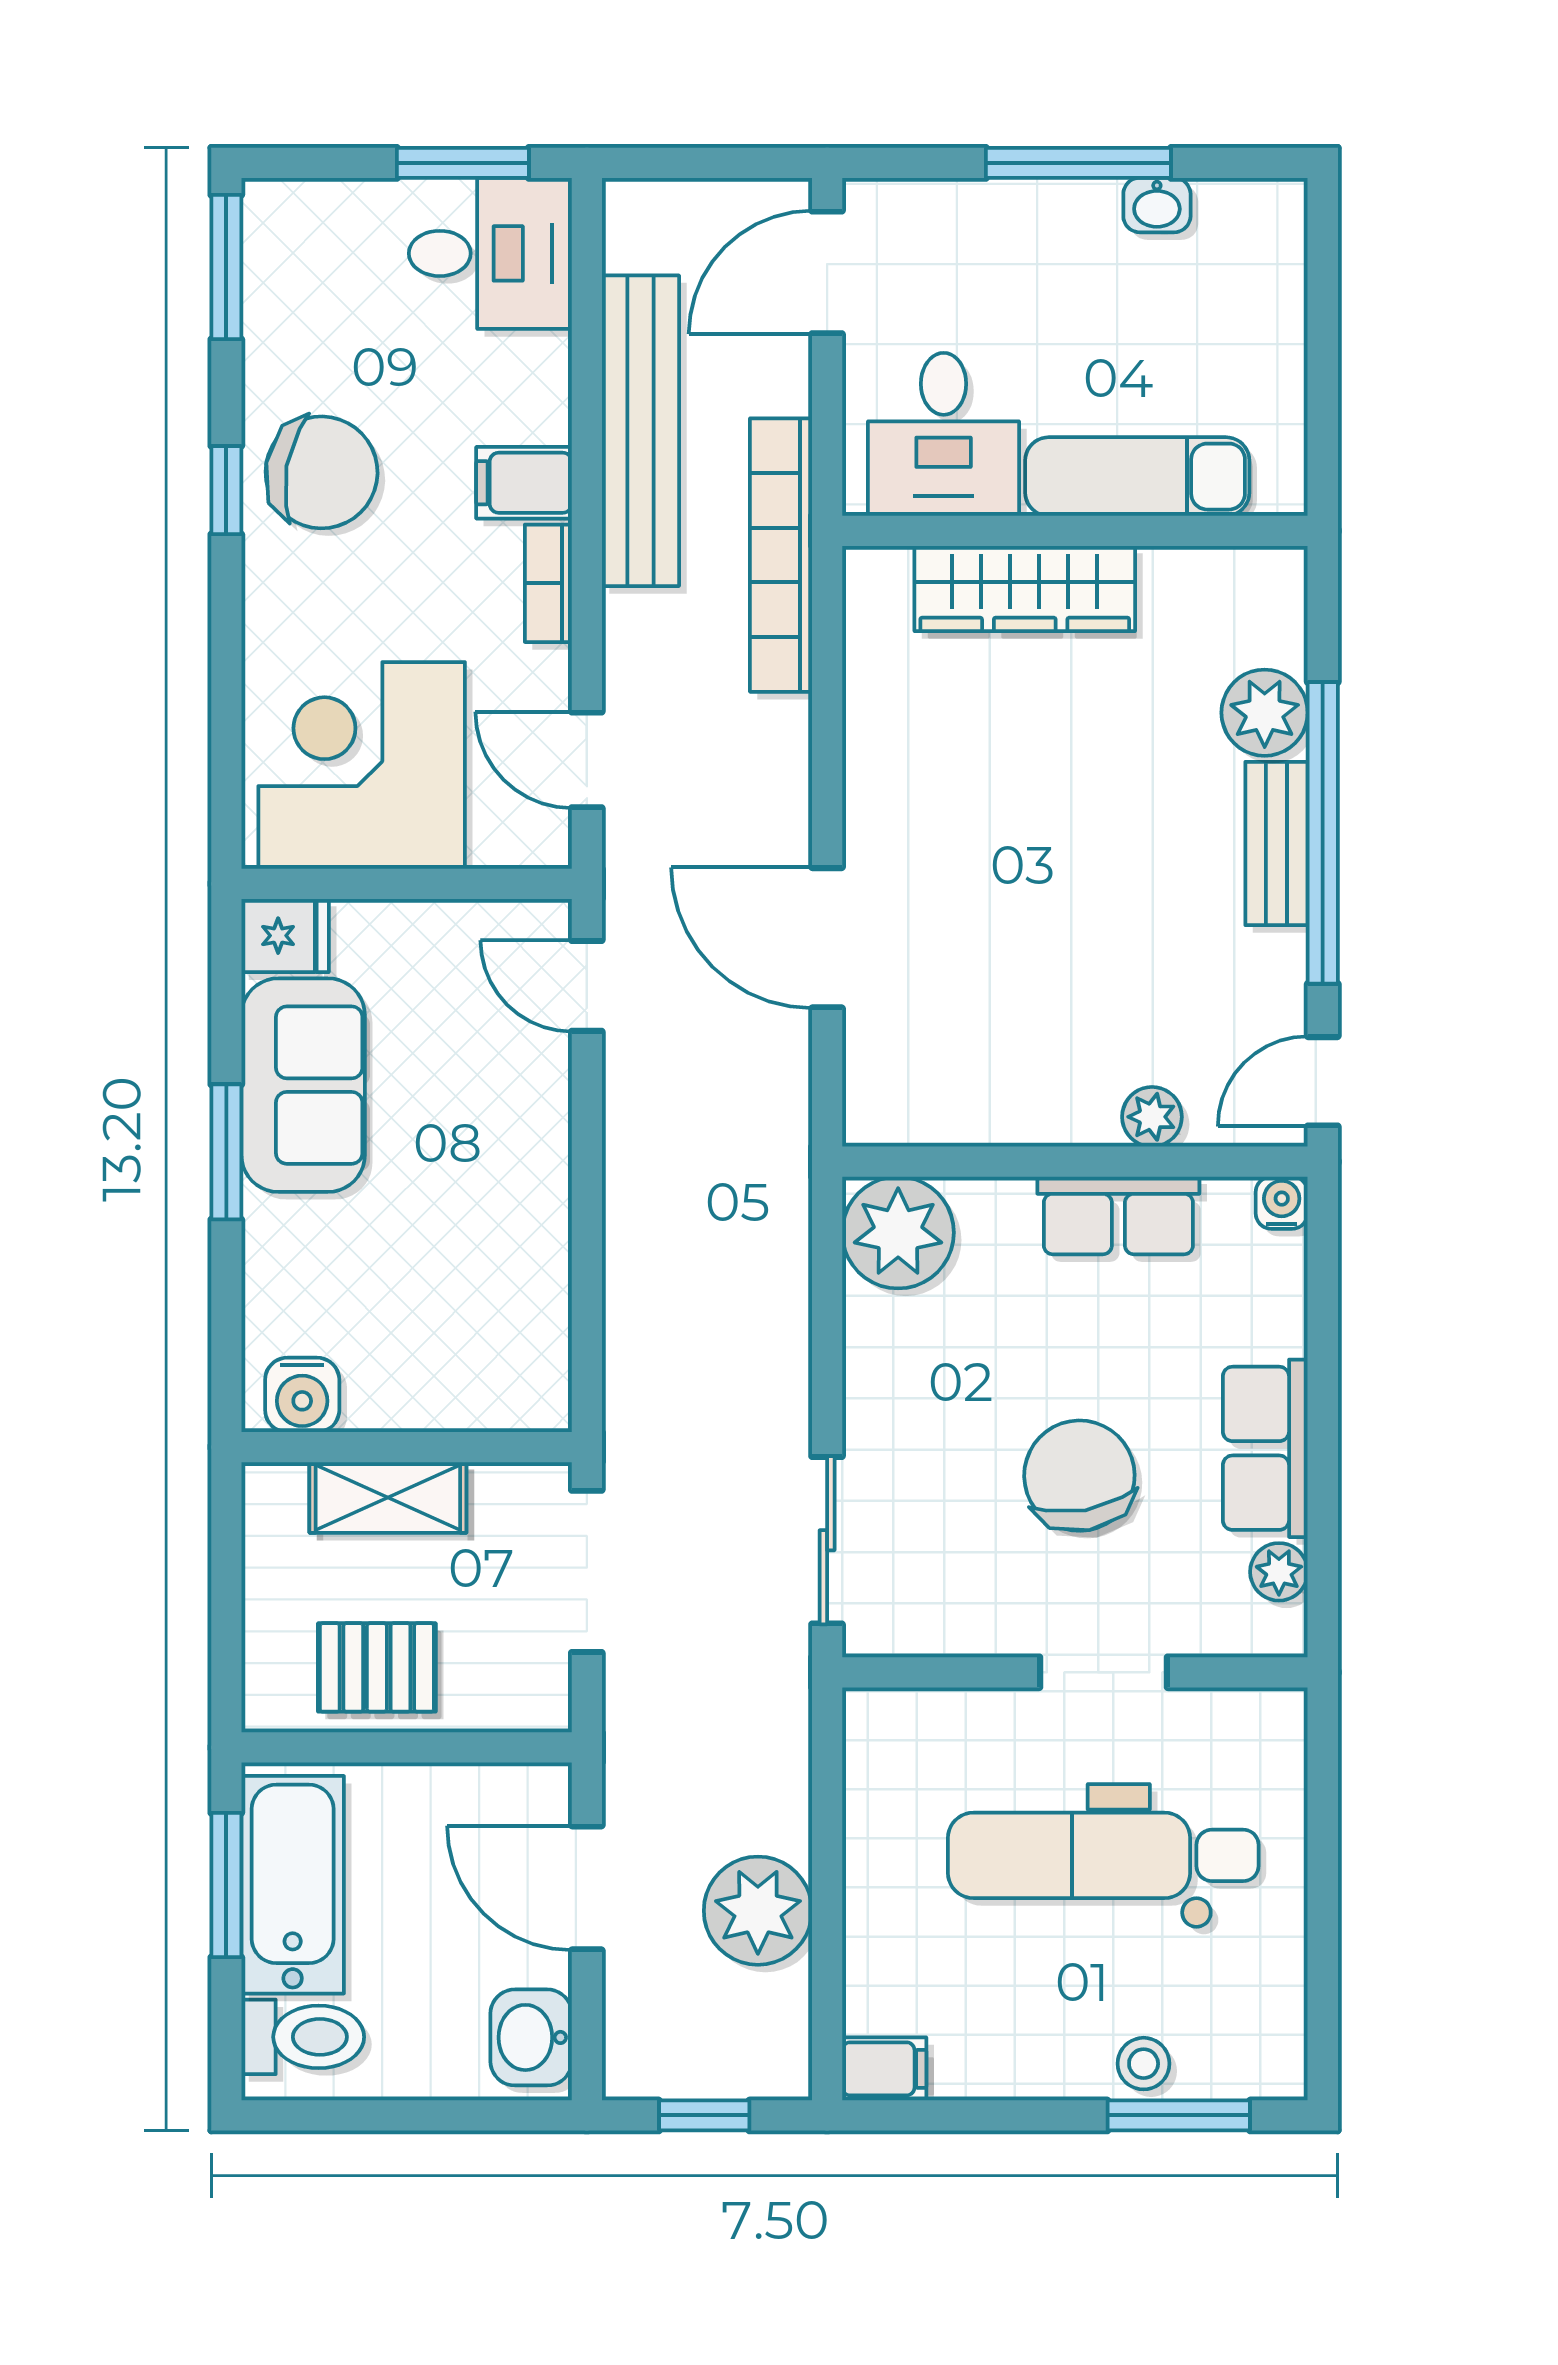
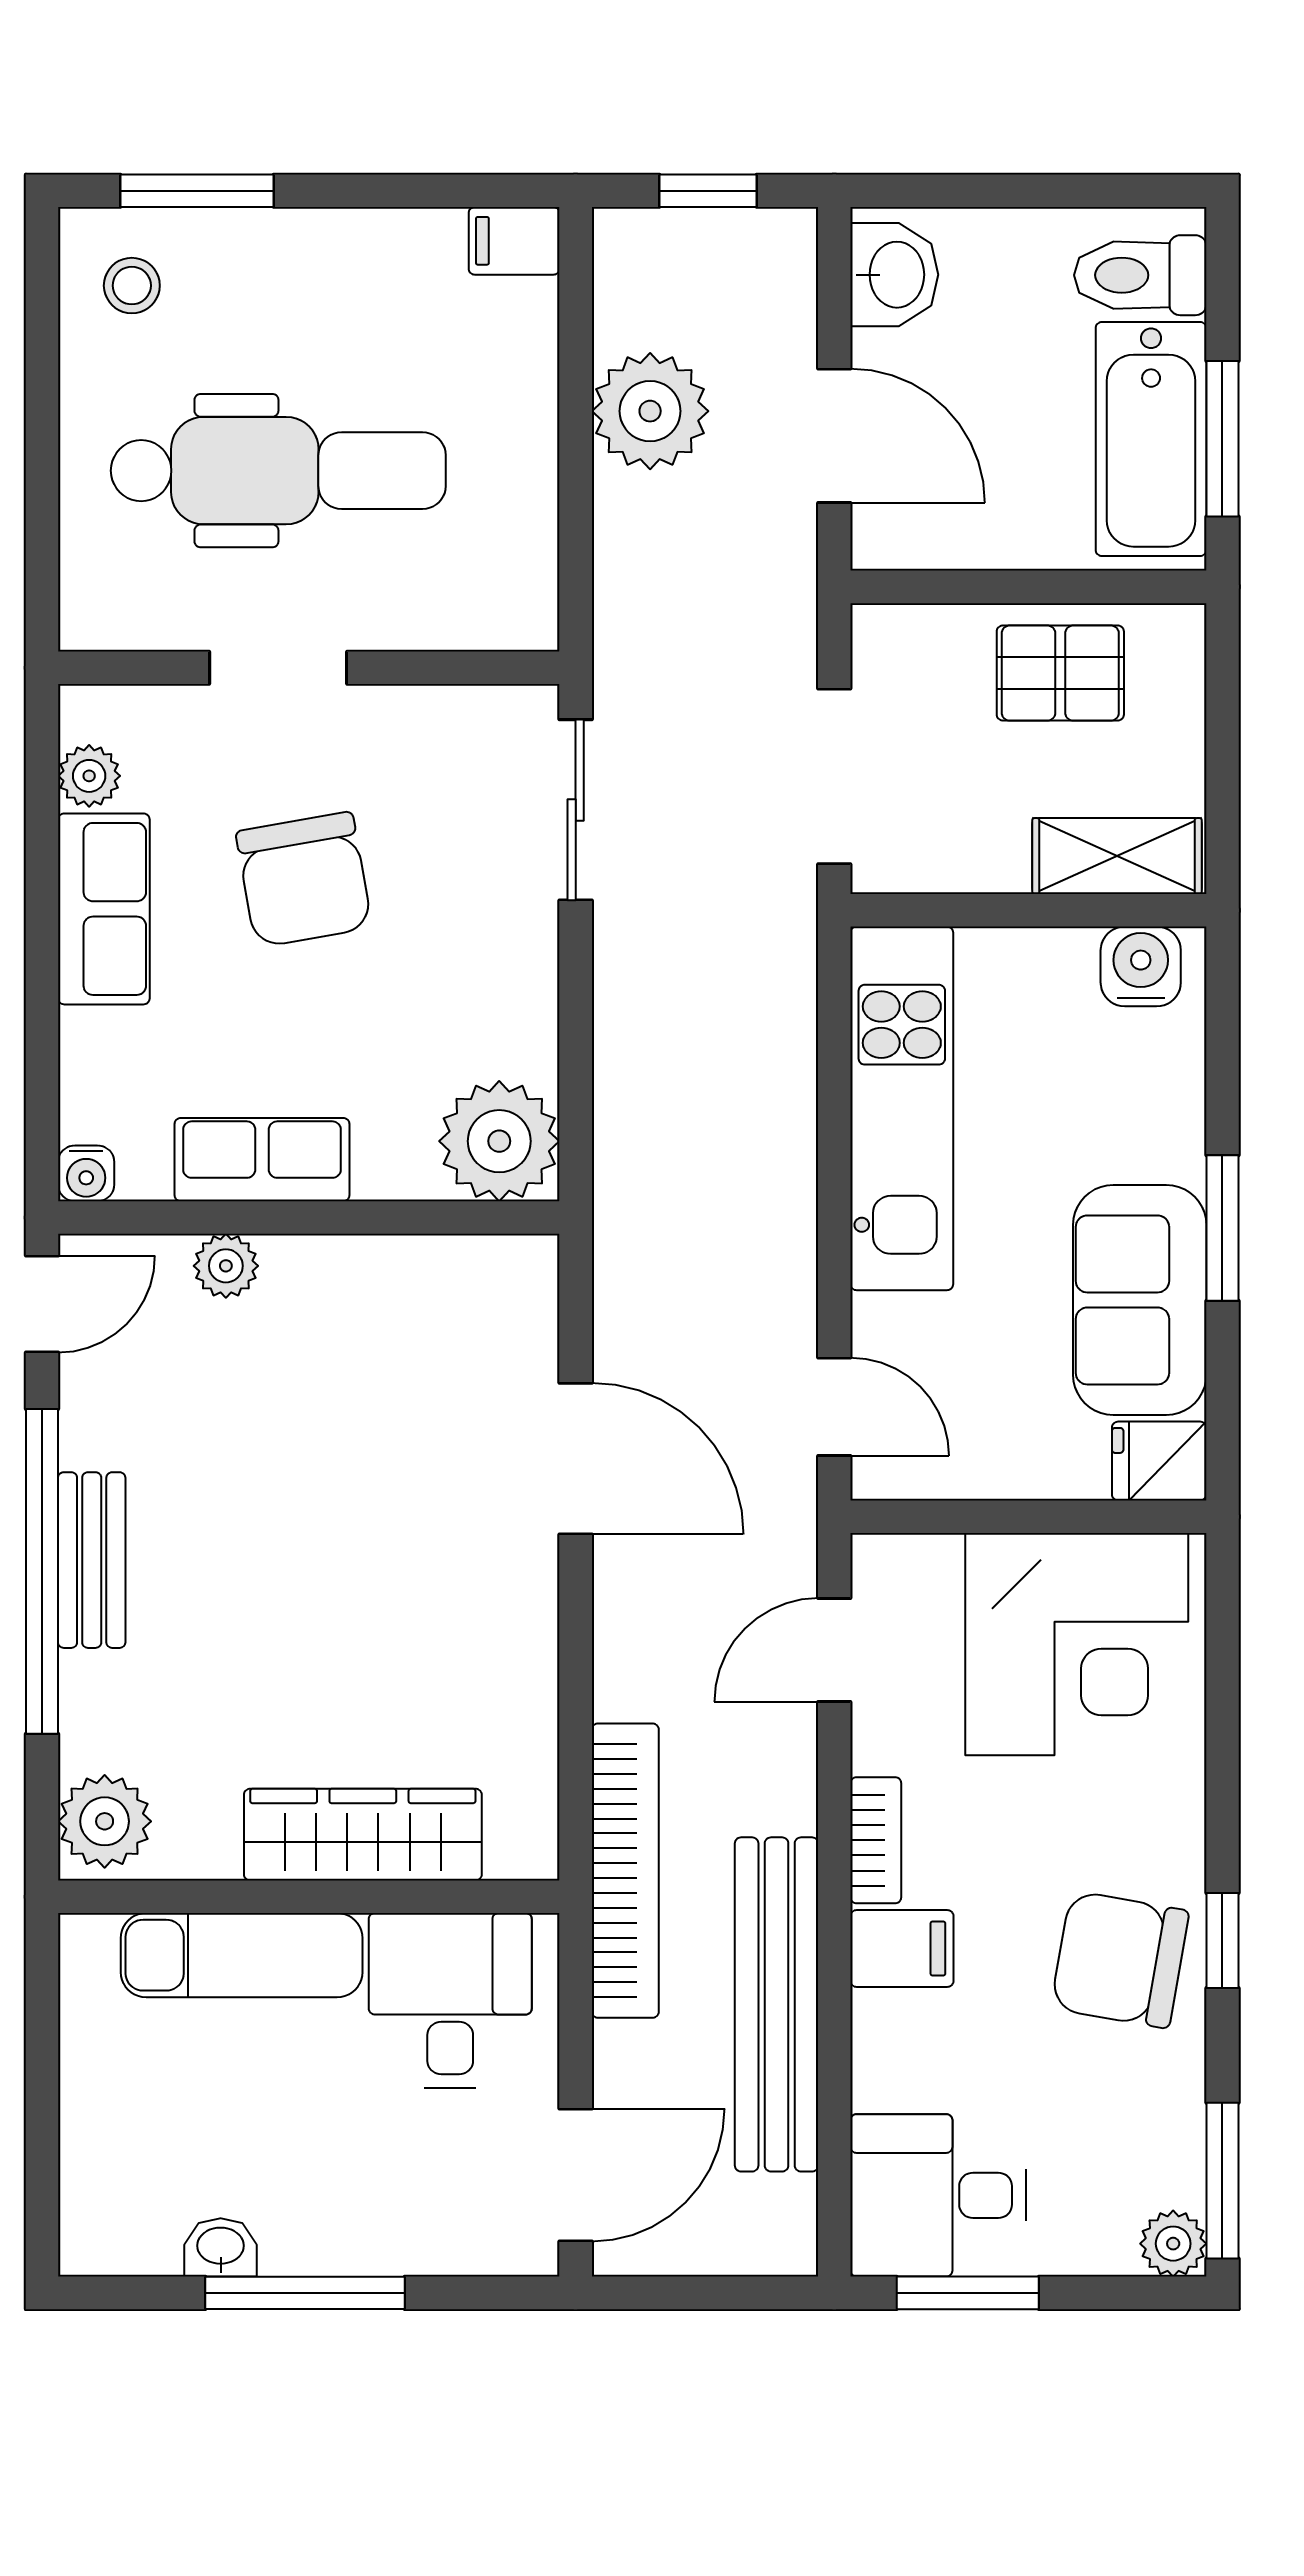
plant: (272, 209) -> (1173, 2244), added
plant: (1265, 713) -> (105, 1821), moved
door: (587, 760) -> (834, 1650), swing flipped
kitchen unit: (524, 1263) -> (902, 1108), added
shelving: (388, 1497) -> (1117, 856), moved
stool: (1144, 2064) -> (132, 286), moved

